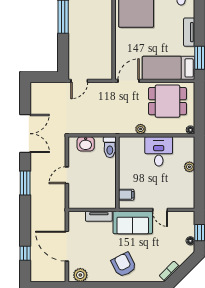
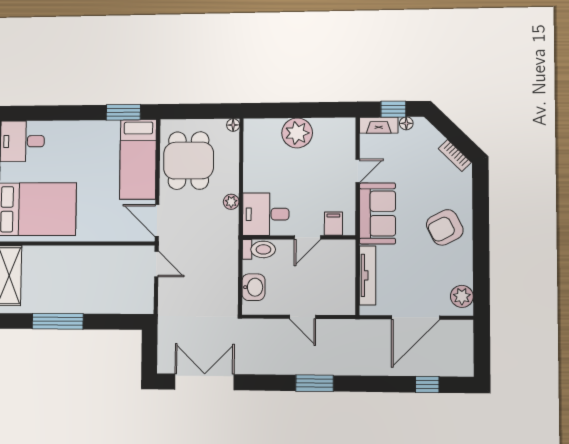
tv unit: (189, 32) -> (85, 128), removed
door: (79, 81) -> (156, 264), moved
double door: (25, 134) -> (204, 382), moved
desk: (159, 151) -> (266, 214), moved
plant: (189, 167) -> (297, 133), width x1.88, depth x1.88
door: (117, 178) -> (307, 237), added
tv unit: (99, 216) -> (368, 275), width x1.41
fireplace: (189, 223) -> (379, 125), added

